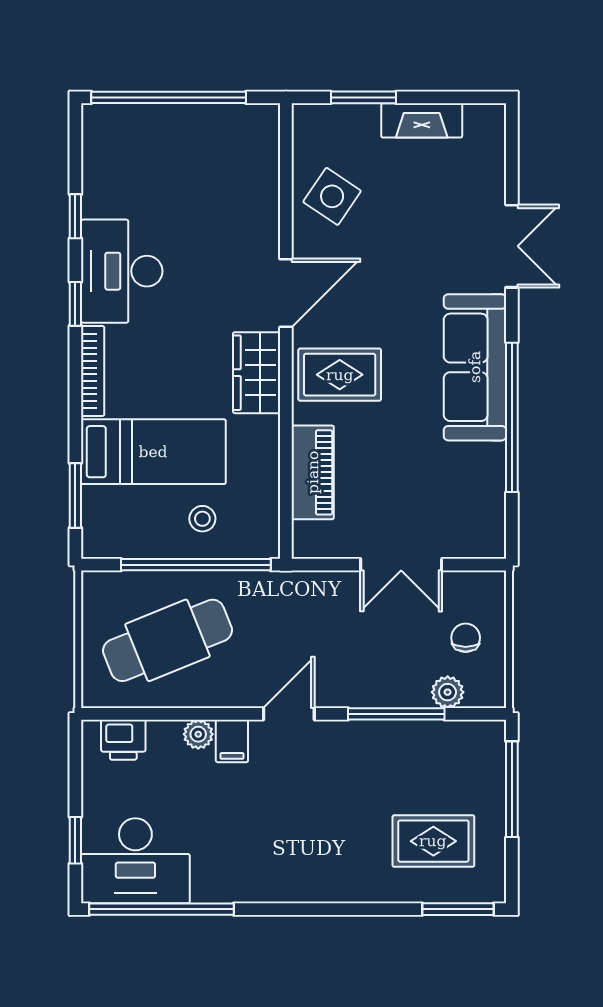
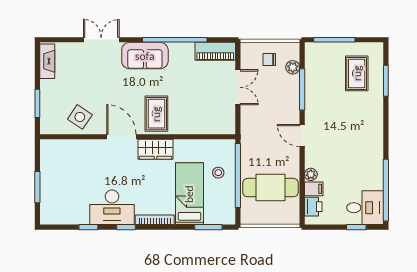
window: (169, 97) -> (37, 187), width x0.47
fireplace: (422, 120) -> (47, 61), moved
sofa: (475, 367) -> (145, 56), width x0.73
piano: (313, 472) -> (215, 51), moved, turned 180
cafe table: (167, 640) -> (270, 188), turned -68
filing cabinet: (232, 741) -> (314, 189), moved
desk: (135, 861) -> (365, 208), width x0.73
window: (458, 909) -> (386, 81), moved

